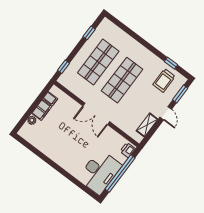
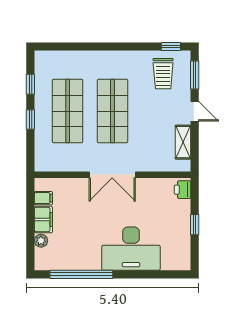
window: (171, 63) -> (171, 46), moved
window: (64, 67) -> (30, 120), moved
window: (40, 154) -> (81, 274), added
desk: (100, 172) -> (131, 249), moved, turned 90
window: (120, 174) -> (195, 225), width x0.32

